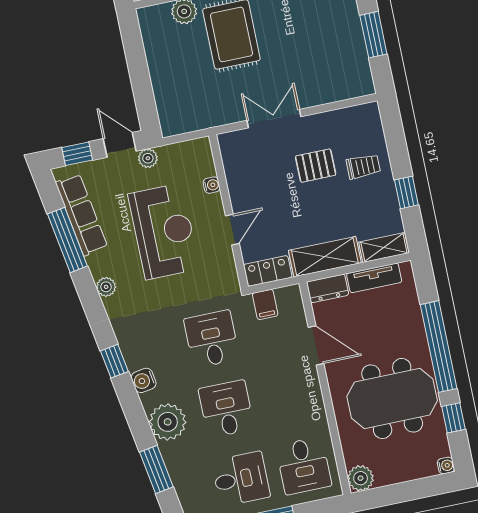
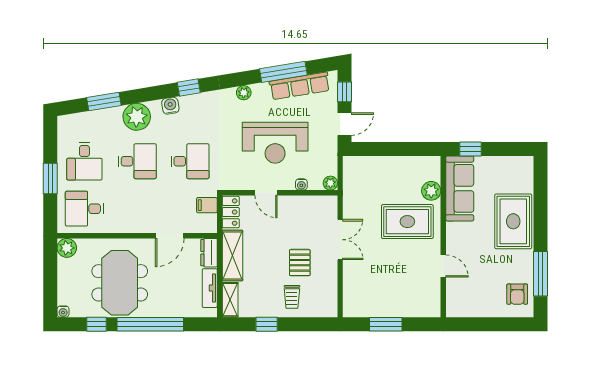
plant: (148, 158) -> (330, 183), moved

